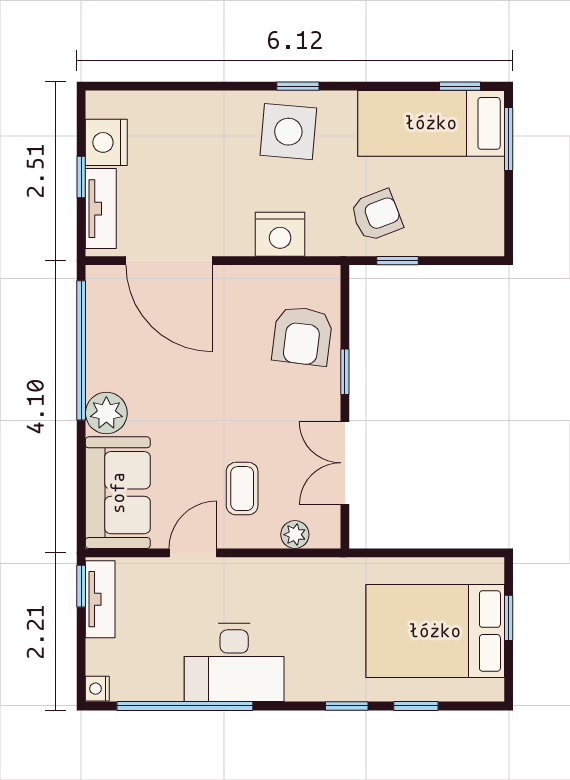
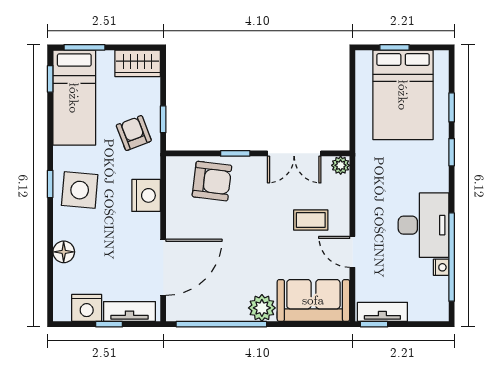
floor lamp: (193, 107) -> (64, 252), added
wardrobe: (484, 221) -> (138, 63), added
plant: (295, 535) -> (341, 165), moved
nightstand: (97, 689) -> (441, 267), moved, turned -90

